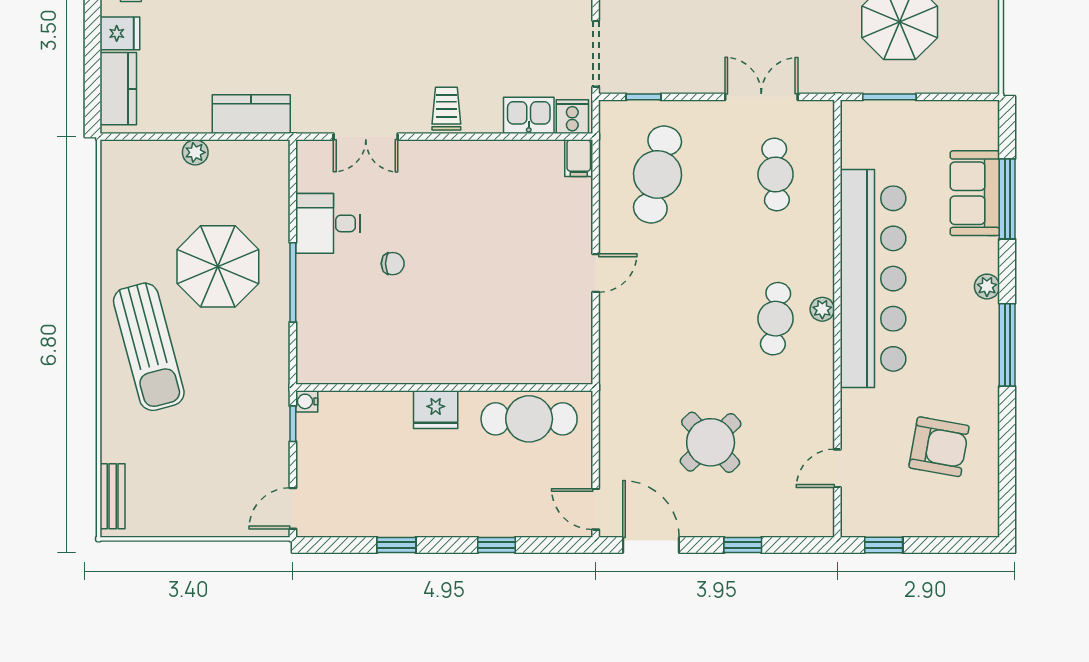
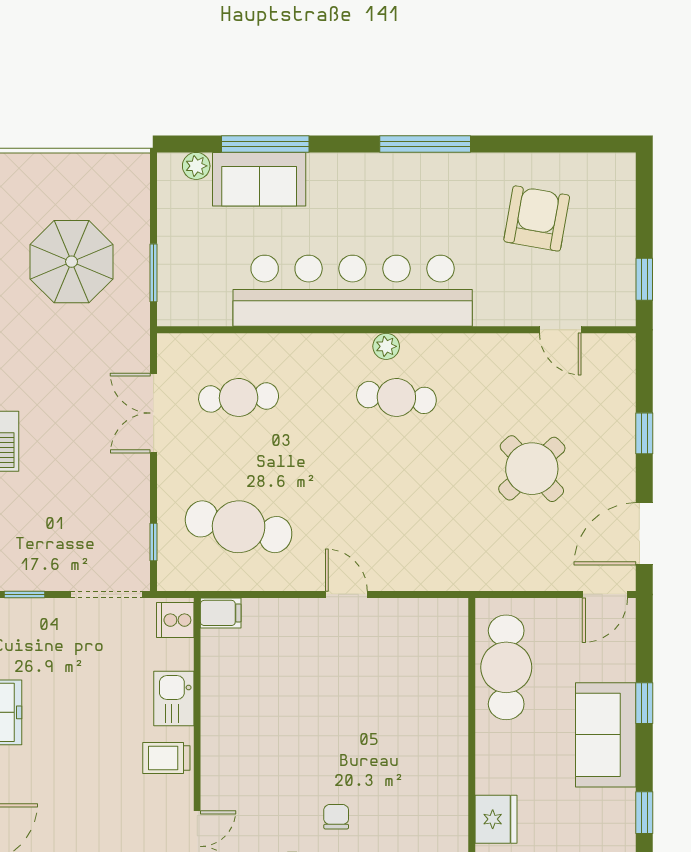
kitchen sink: (529, 115) -> (174, 698), moved
plant: (987, 287) -> (196, 166), moved
fridge: (436, 410) -> (496, 819), moved
sofa: (467, 510) -> (606, 735), added

